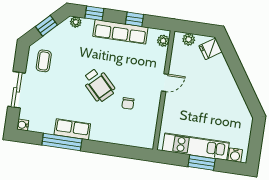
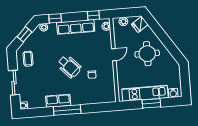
window: (134, 19) -> (93, 15), moved
round table: (212, 92) -> (147, 54), added
window: (62, 142) -> (67, 110), moved

